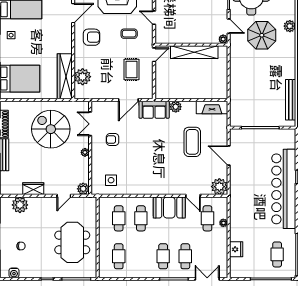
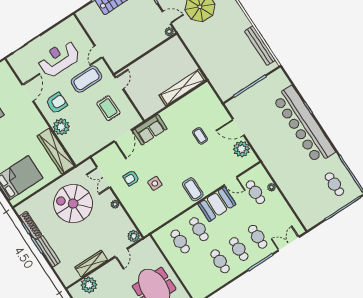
door: (154, 18) -> (99, 52), hinge flipped
coffee table: (129, 34) -> (86, 79), width x1.86, depth x1.72
shelving: (194, 52) -> (182, 87), moved
plant: (83, 77) -> (61, 127), moved
plant: (176, 107) -> (167, 115), removed
fireplace: (212, 107) -> (198, 96), removed
coffee table: (192, 142) -> (200, 136), width x0.54, depth x0.58
side table: (111, 180) -> (155, 183), moved
coffee table: (157, 182) -> (193, 189), added
plant: (219, 187) -> (241, 149), moved
wardrobe: (33, 189) -> (91, 264), width x1.50
fridge: (236, 249) -> (297, 203), removed
cafe table: (119, 256) -> (220, 261), moved

